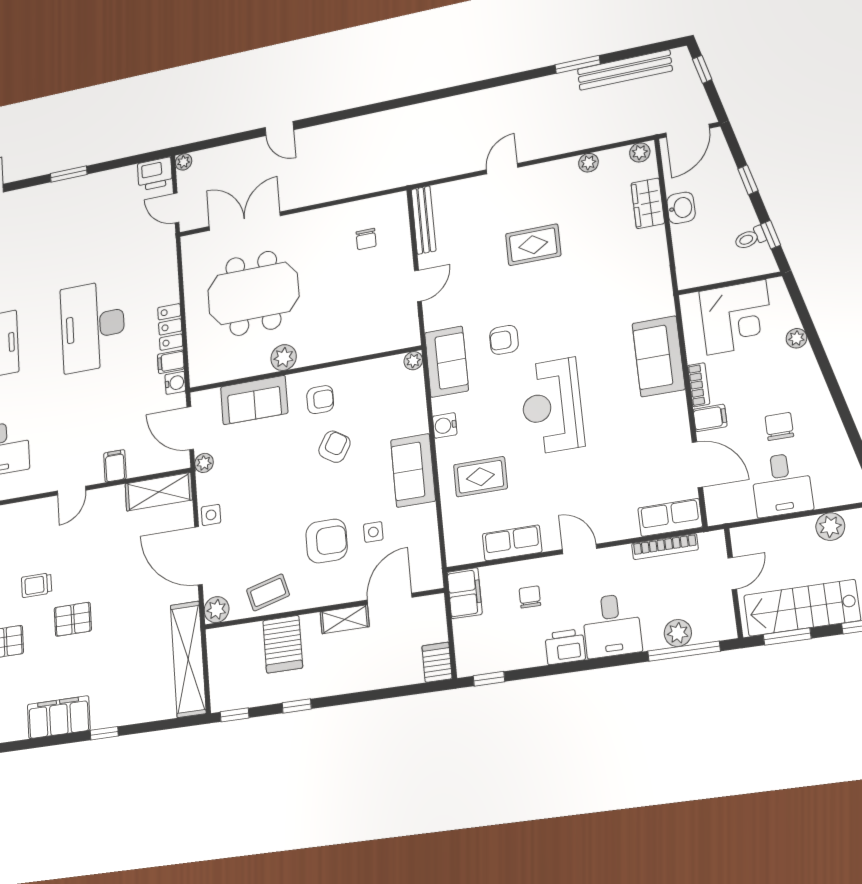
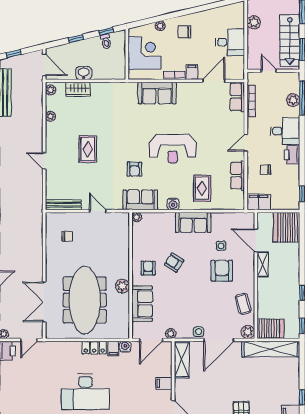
meeting table: (253, 293) -> (85, 300), width x1.36
chair: (779, 426) -> (185, 32), moved
server rack: (283, 644) -> (270, 328), moved
server rack: (437, 662) -> (287, 227), width x2.18, depth x1.44

